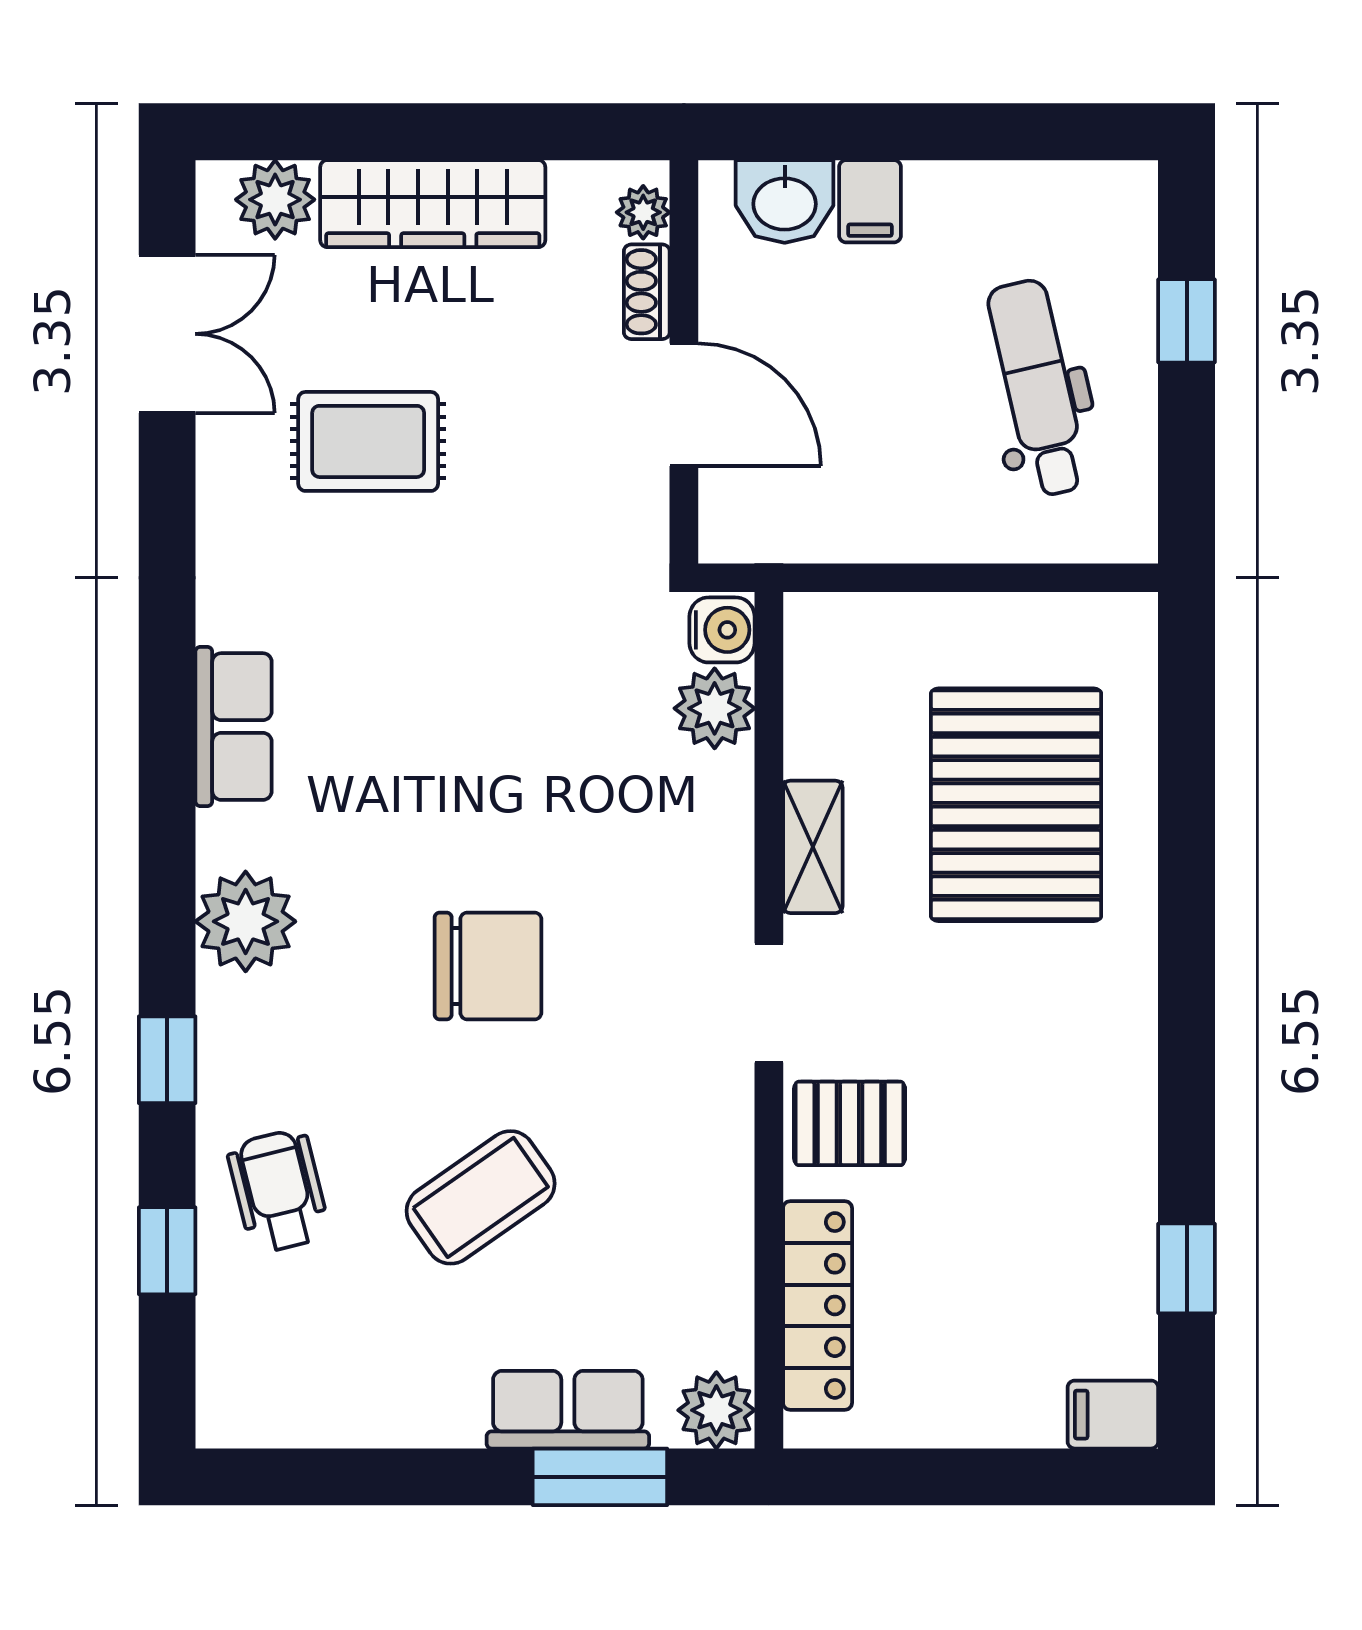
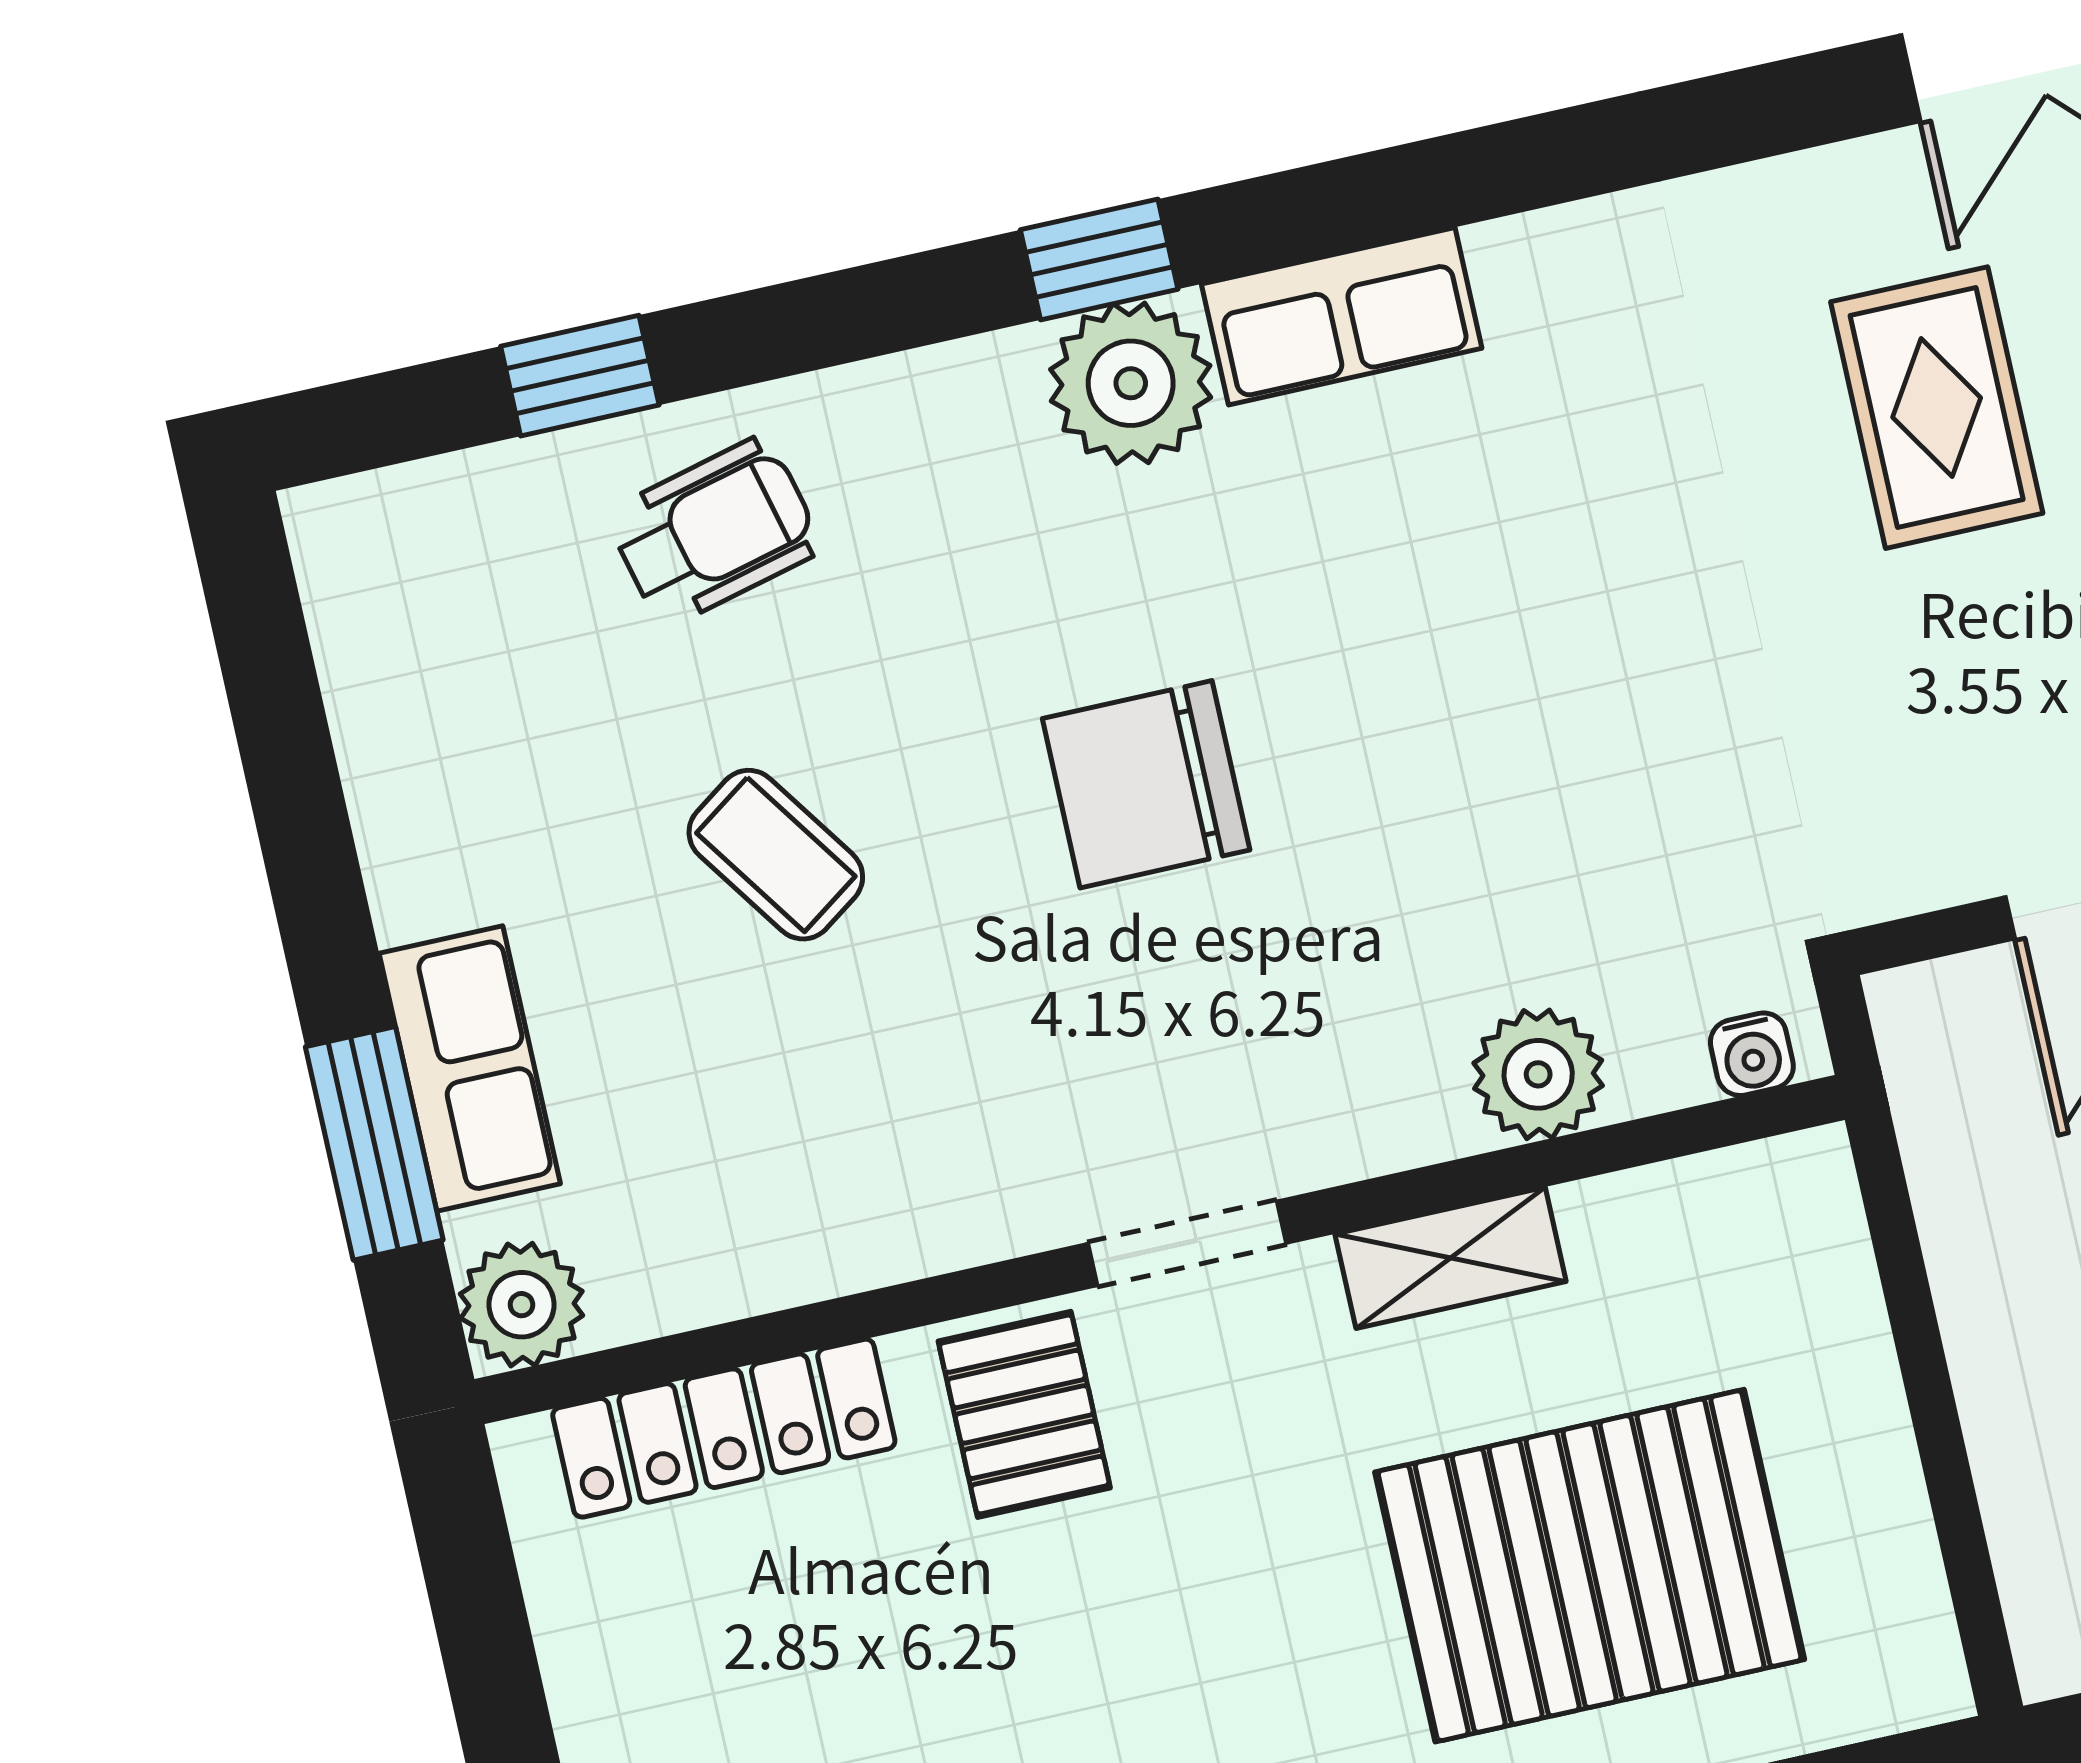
water cooler: (722, 630) -> (1752, 1054), width x0.72, depth x0.72
plant: (715, 708) -> (1538, 1074), moved
row of seats: (234, 727) -> (1342, 316), moved
chair: (488, 966) -> (1146, 784), turned 90
window: (167, 1060) -> (1099, 260), moved
coffee table: (481, 1197) -> (776, 855), width x0.73, depth x0.77

